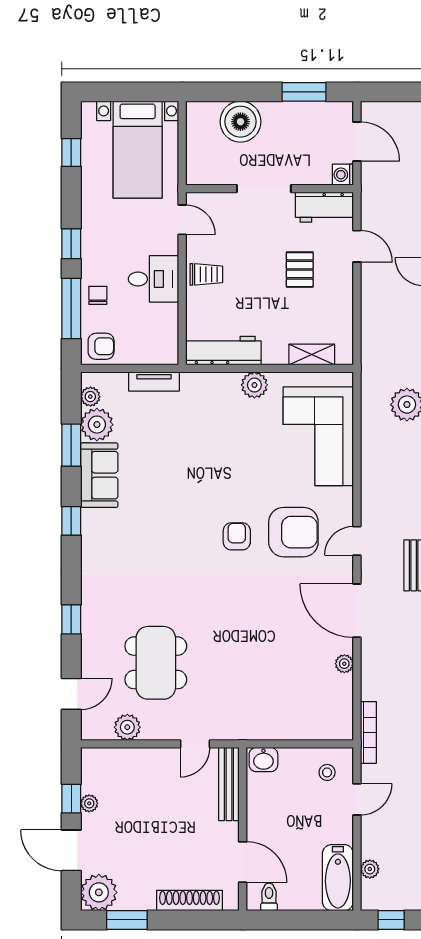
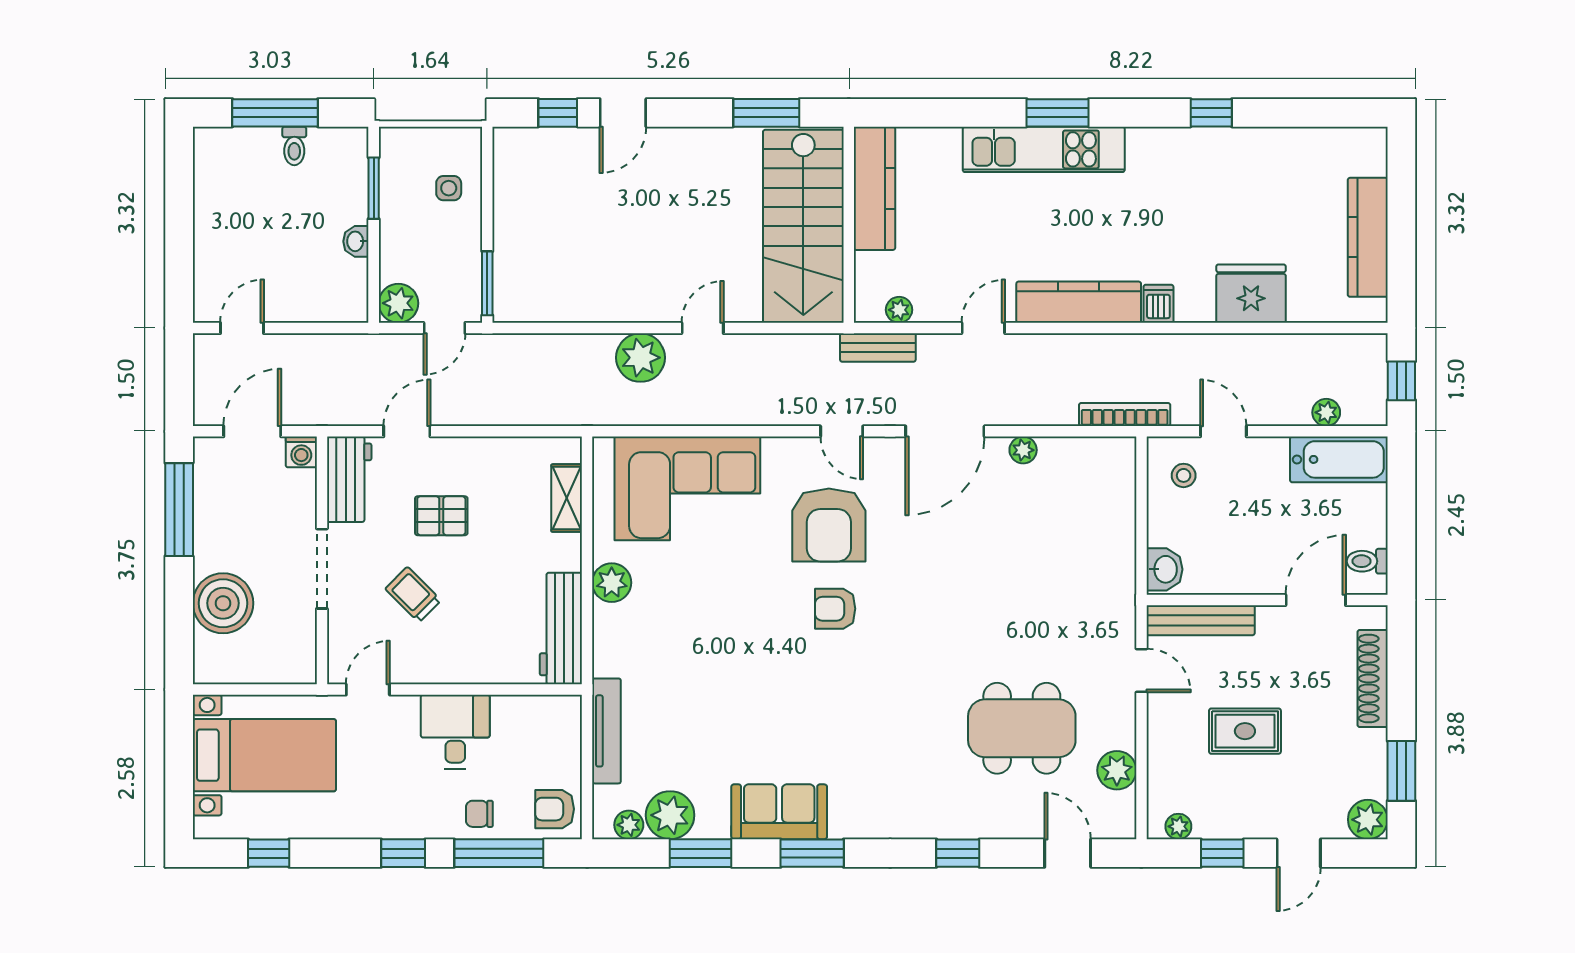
window: (304, 92) -> (179, 510), width x1.44
trolley: (206, 274) -> (413, 595), moved, turned -45
armchair: (101, 346) -> (555, 809), turned -90
tv unit: (154, 381) -> (606, 731), width x1.41
sofa: (99, 475) -> (779, 812), moved
window: (71, 521) -> (812, 853), width x1.50
armchair: (293, 532) -> (829, 525), turned 180
plant: (89, 803) -> (1178, 826), moved
rug: (154, 814) -> (1245, 731), added
door: (71, 850) -> (1299, 853), width x0.73
plant: (99, 892) -> (1368, 820), width x0.73, depth x0.73

